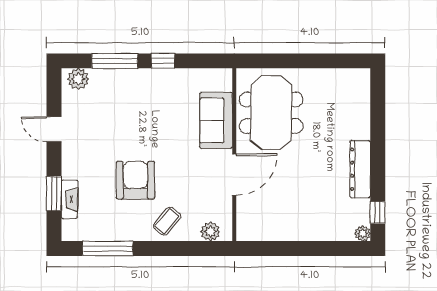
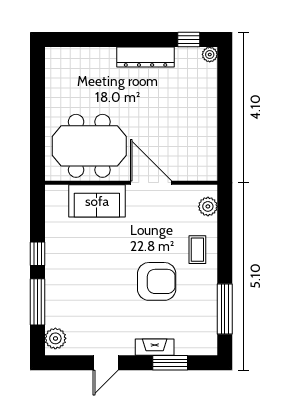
armchair: (135, 180) -> (157, 281), turned 180
fireplace: (70, 199) -> (155, 347), moved
coffee table: (167, 221) -> (197, 250), turned 49

